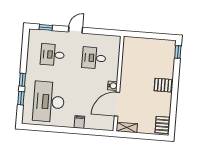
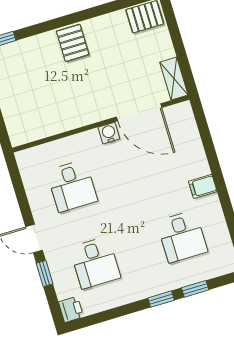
window: (46, 27) -> (45, 274), moved
printer: (34, 34) -> (71, 309), added
desk: (49, 102) -> (182, 236), width x0.53, depth x0.77
filing cabinet: (79, 122) -> (203, 186), moved

